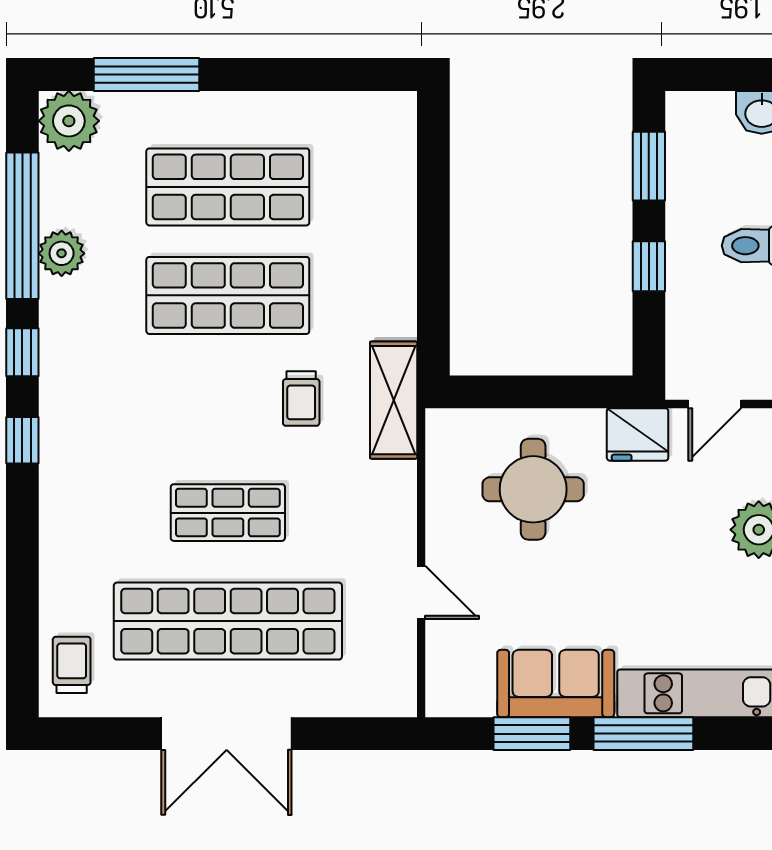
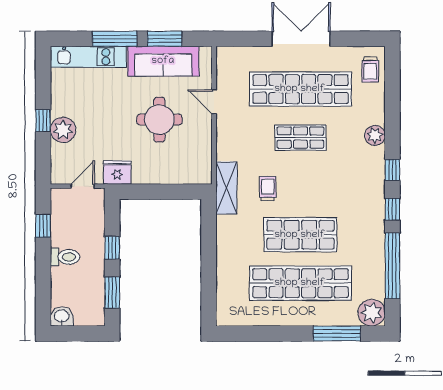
shop shelf: (228, 187) -> (300, 283), width x1.40
plant: (62, 253) -> (375, 135), moved
round table: (533, 489) -> (159, 120), moved
sofa: (556, 683) -> (163, 61), width x1.36

